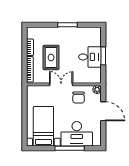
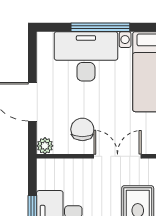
double door: (61, 84) -> (118, 156), swing flipped

